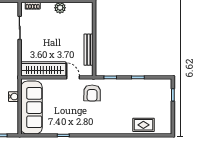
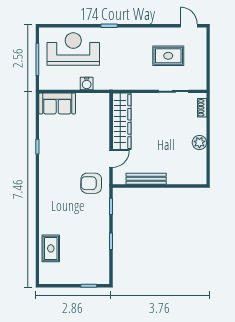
sofa: (31, 108) -> (57, 103), width x0.54, depth x0.79

